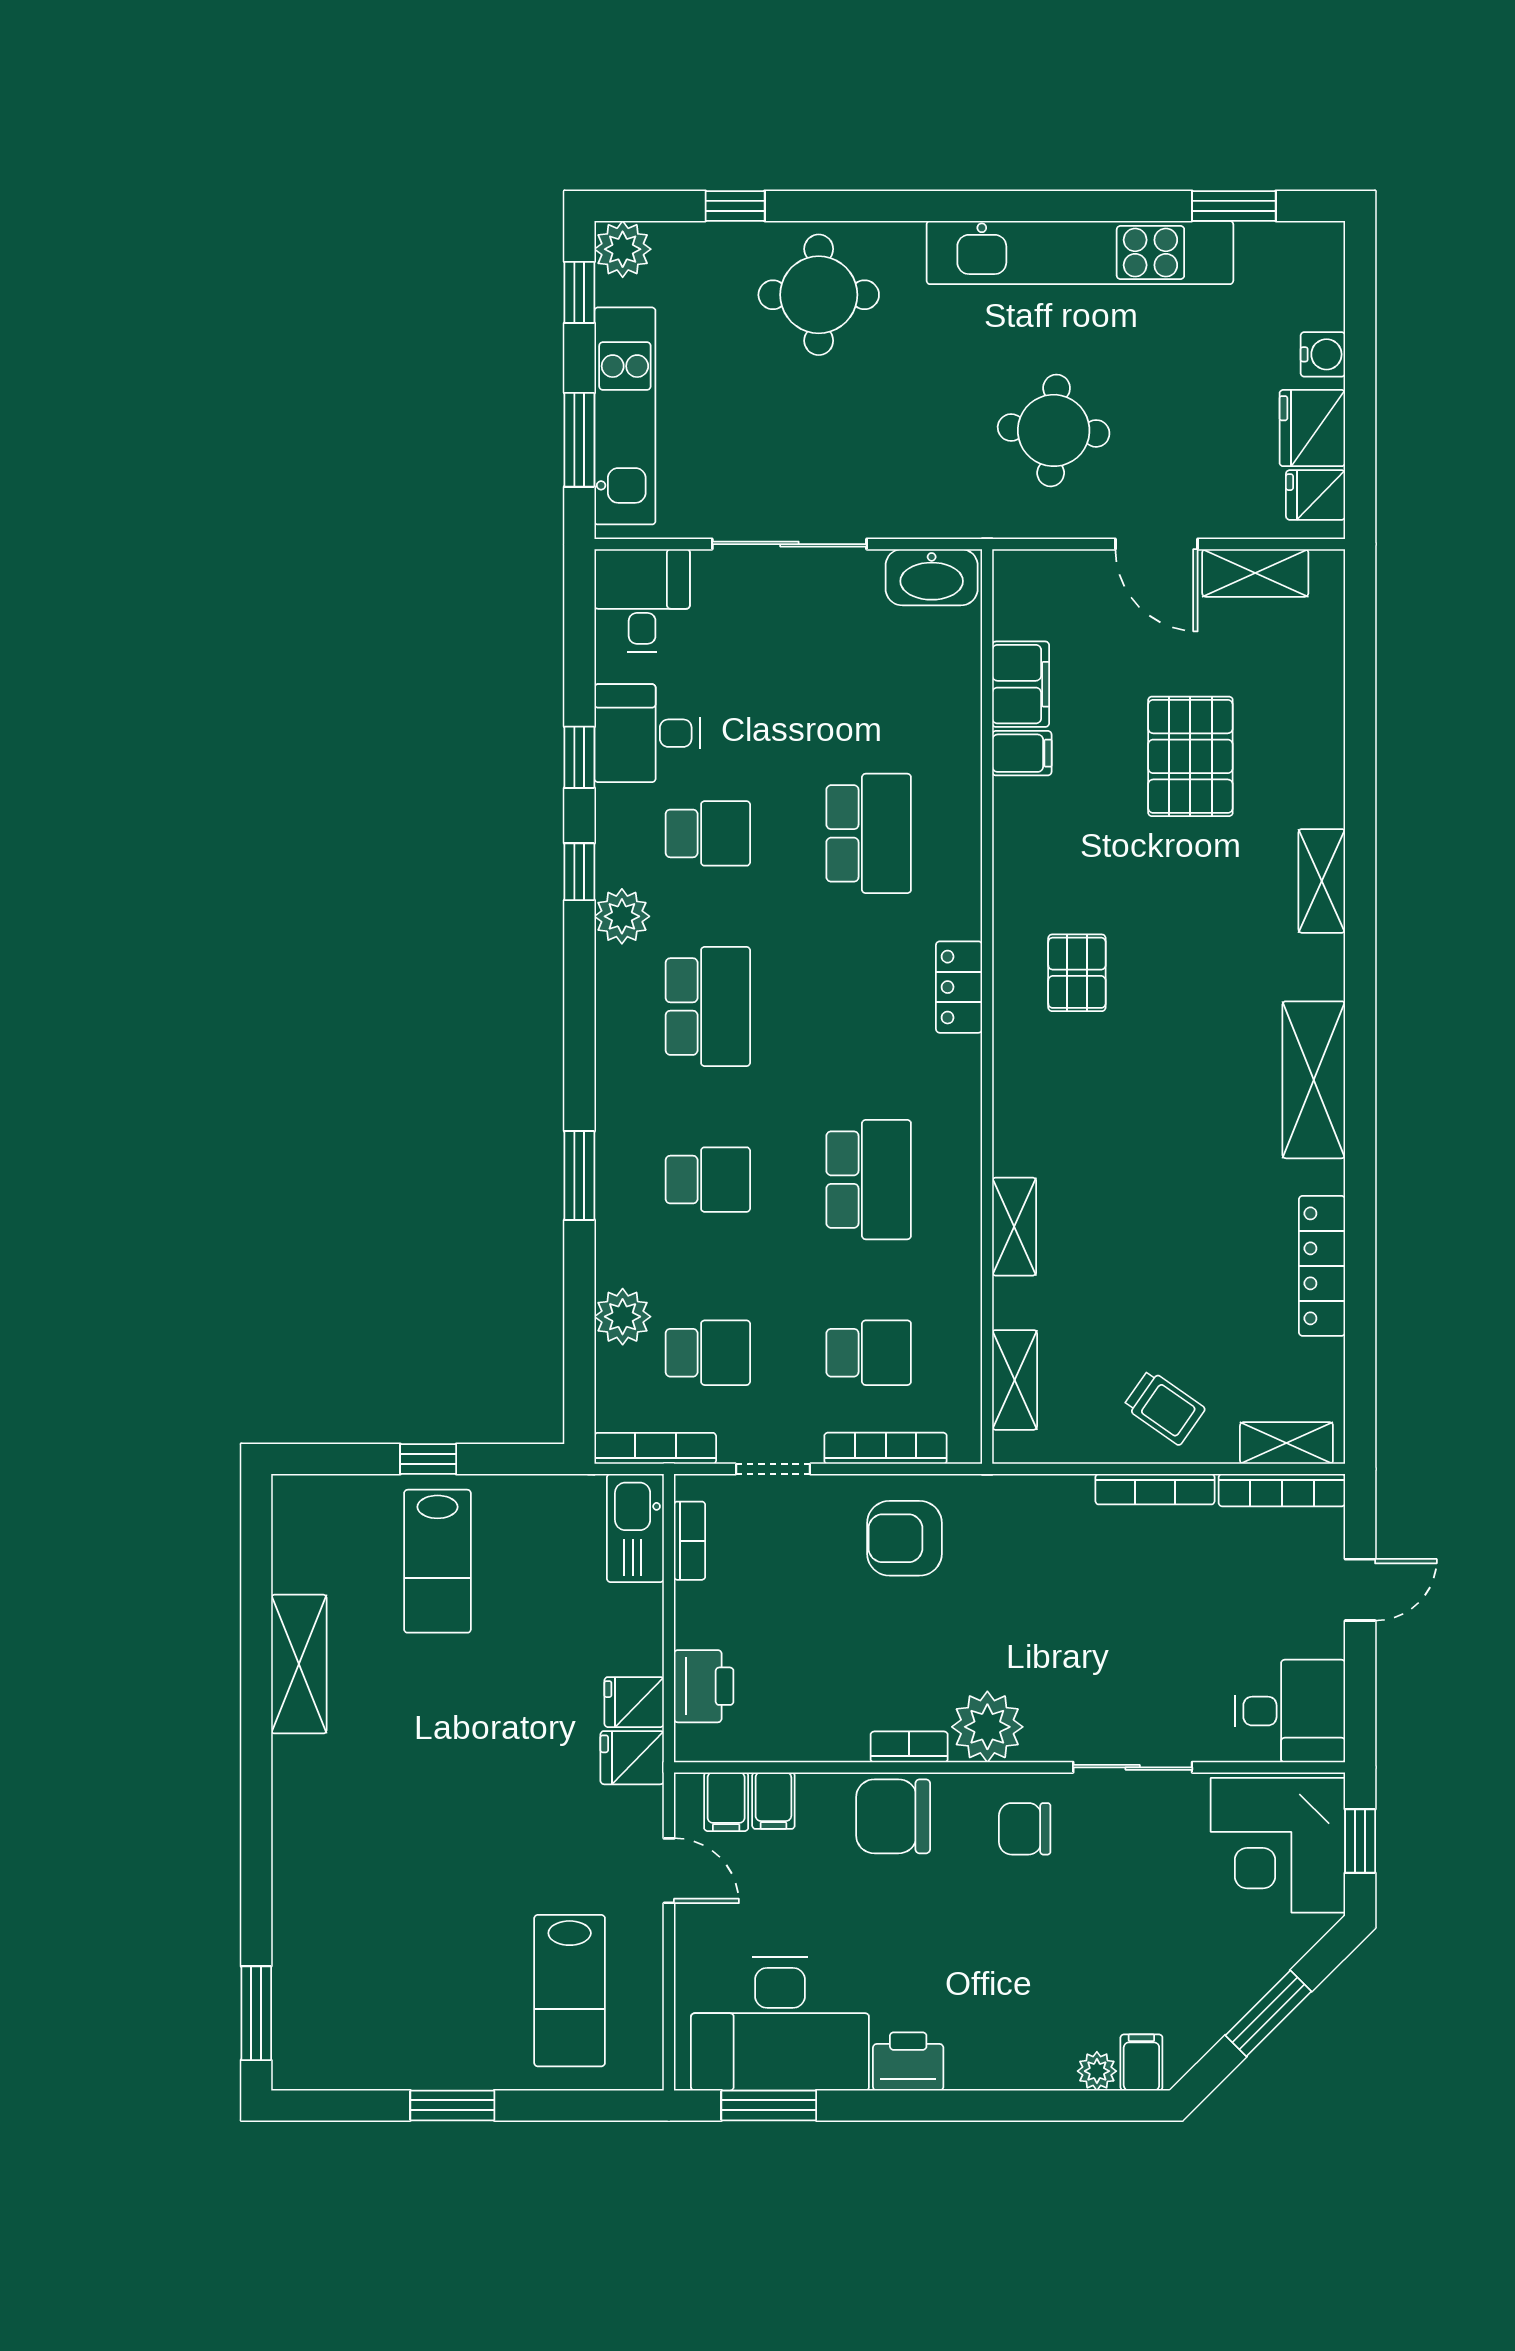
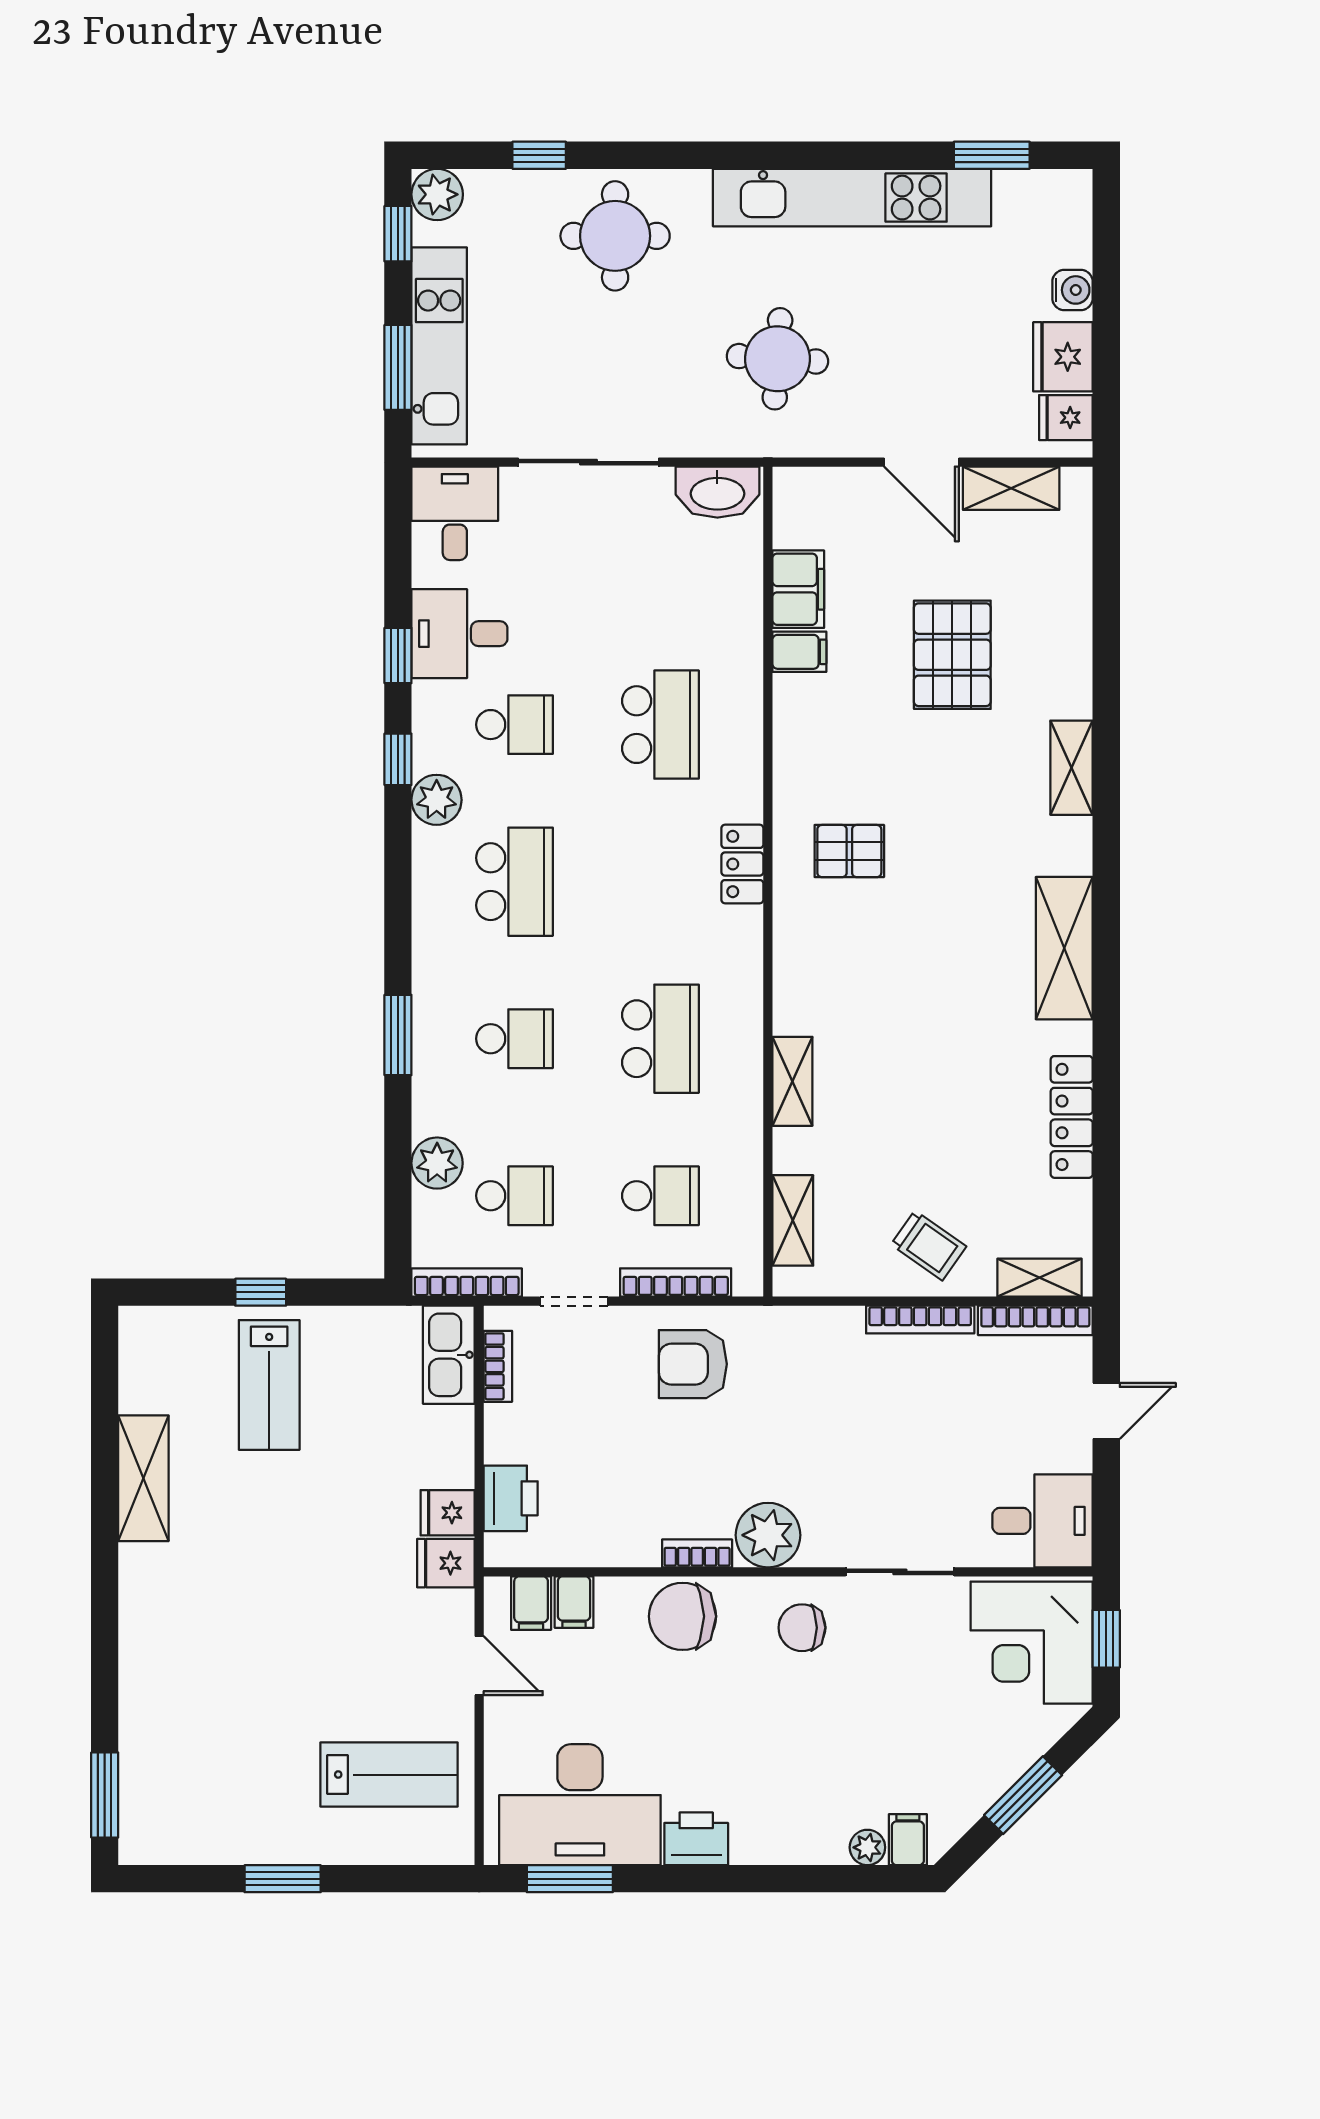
round table: (1054, 430) -> (777, 359), moved
pallet: (1077, 973) -> (849, 851), turned 90
lab bench: (570, 1991) -> (389, 1775), turned -90

